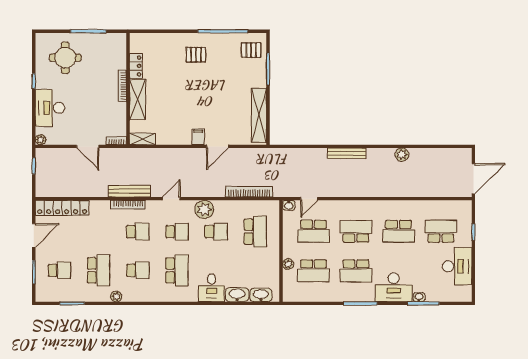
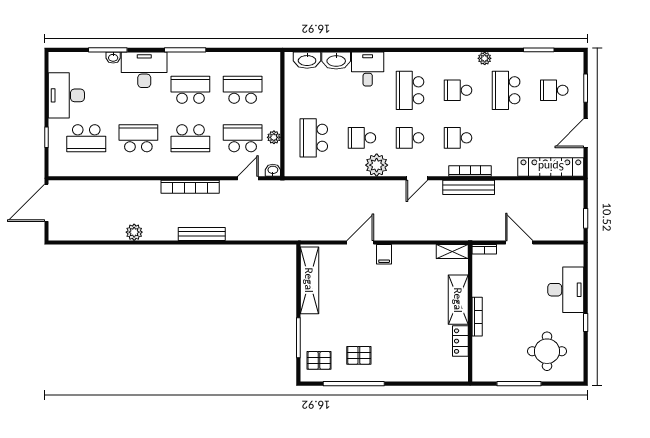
pallet: (196, 55) -> (359, 355), moved
plant: (41, 140) -> (577, 251), removed
bookcase: (249, 192) -> (190, 187), moved
plant: (288, 264) -> (274, 137), moved

